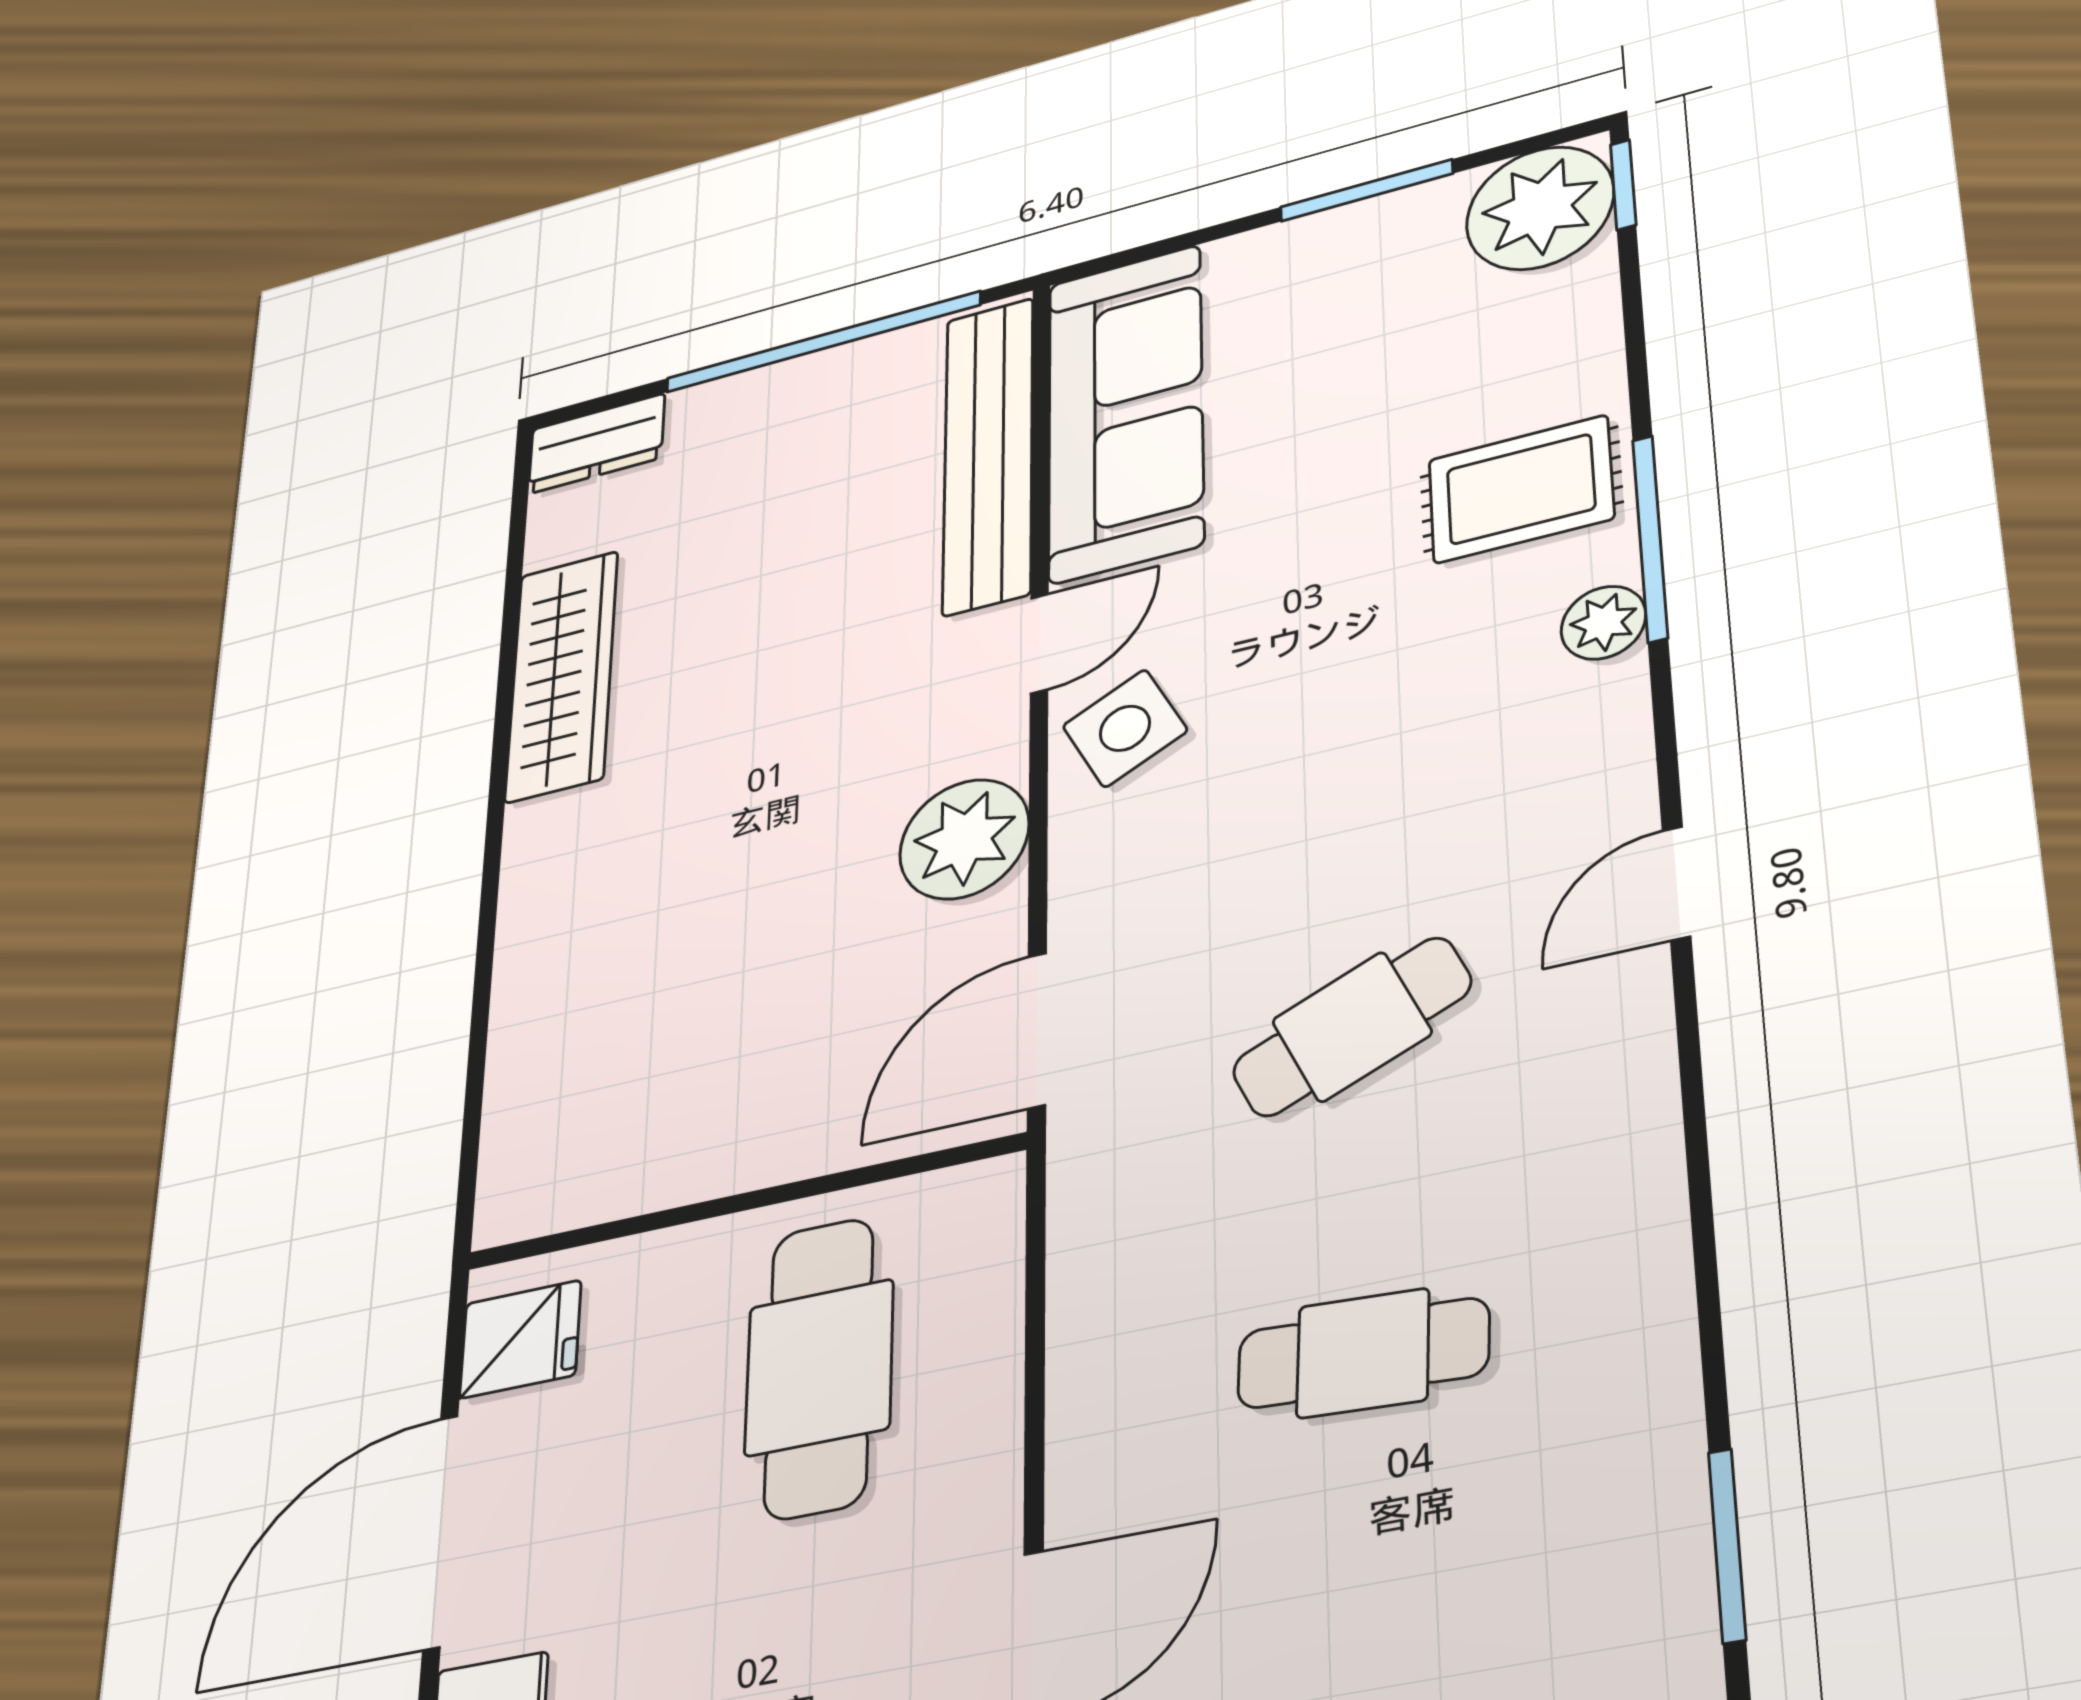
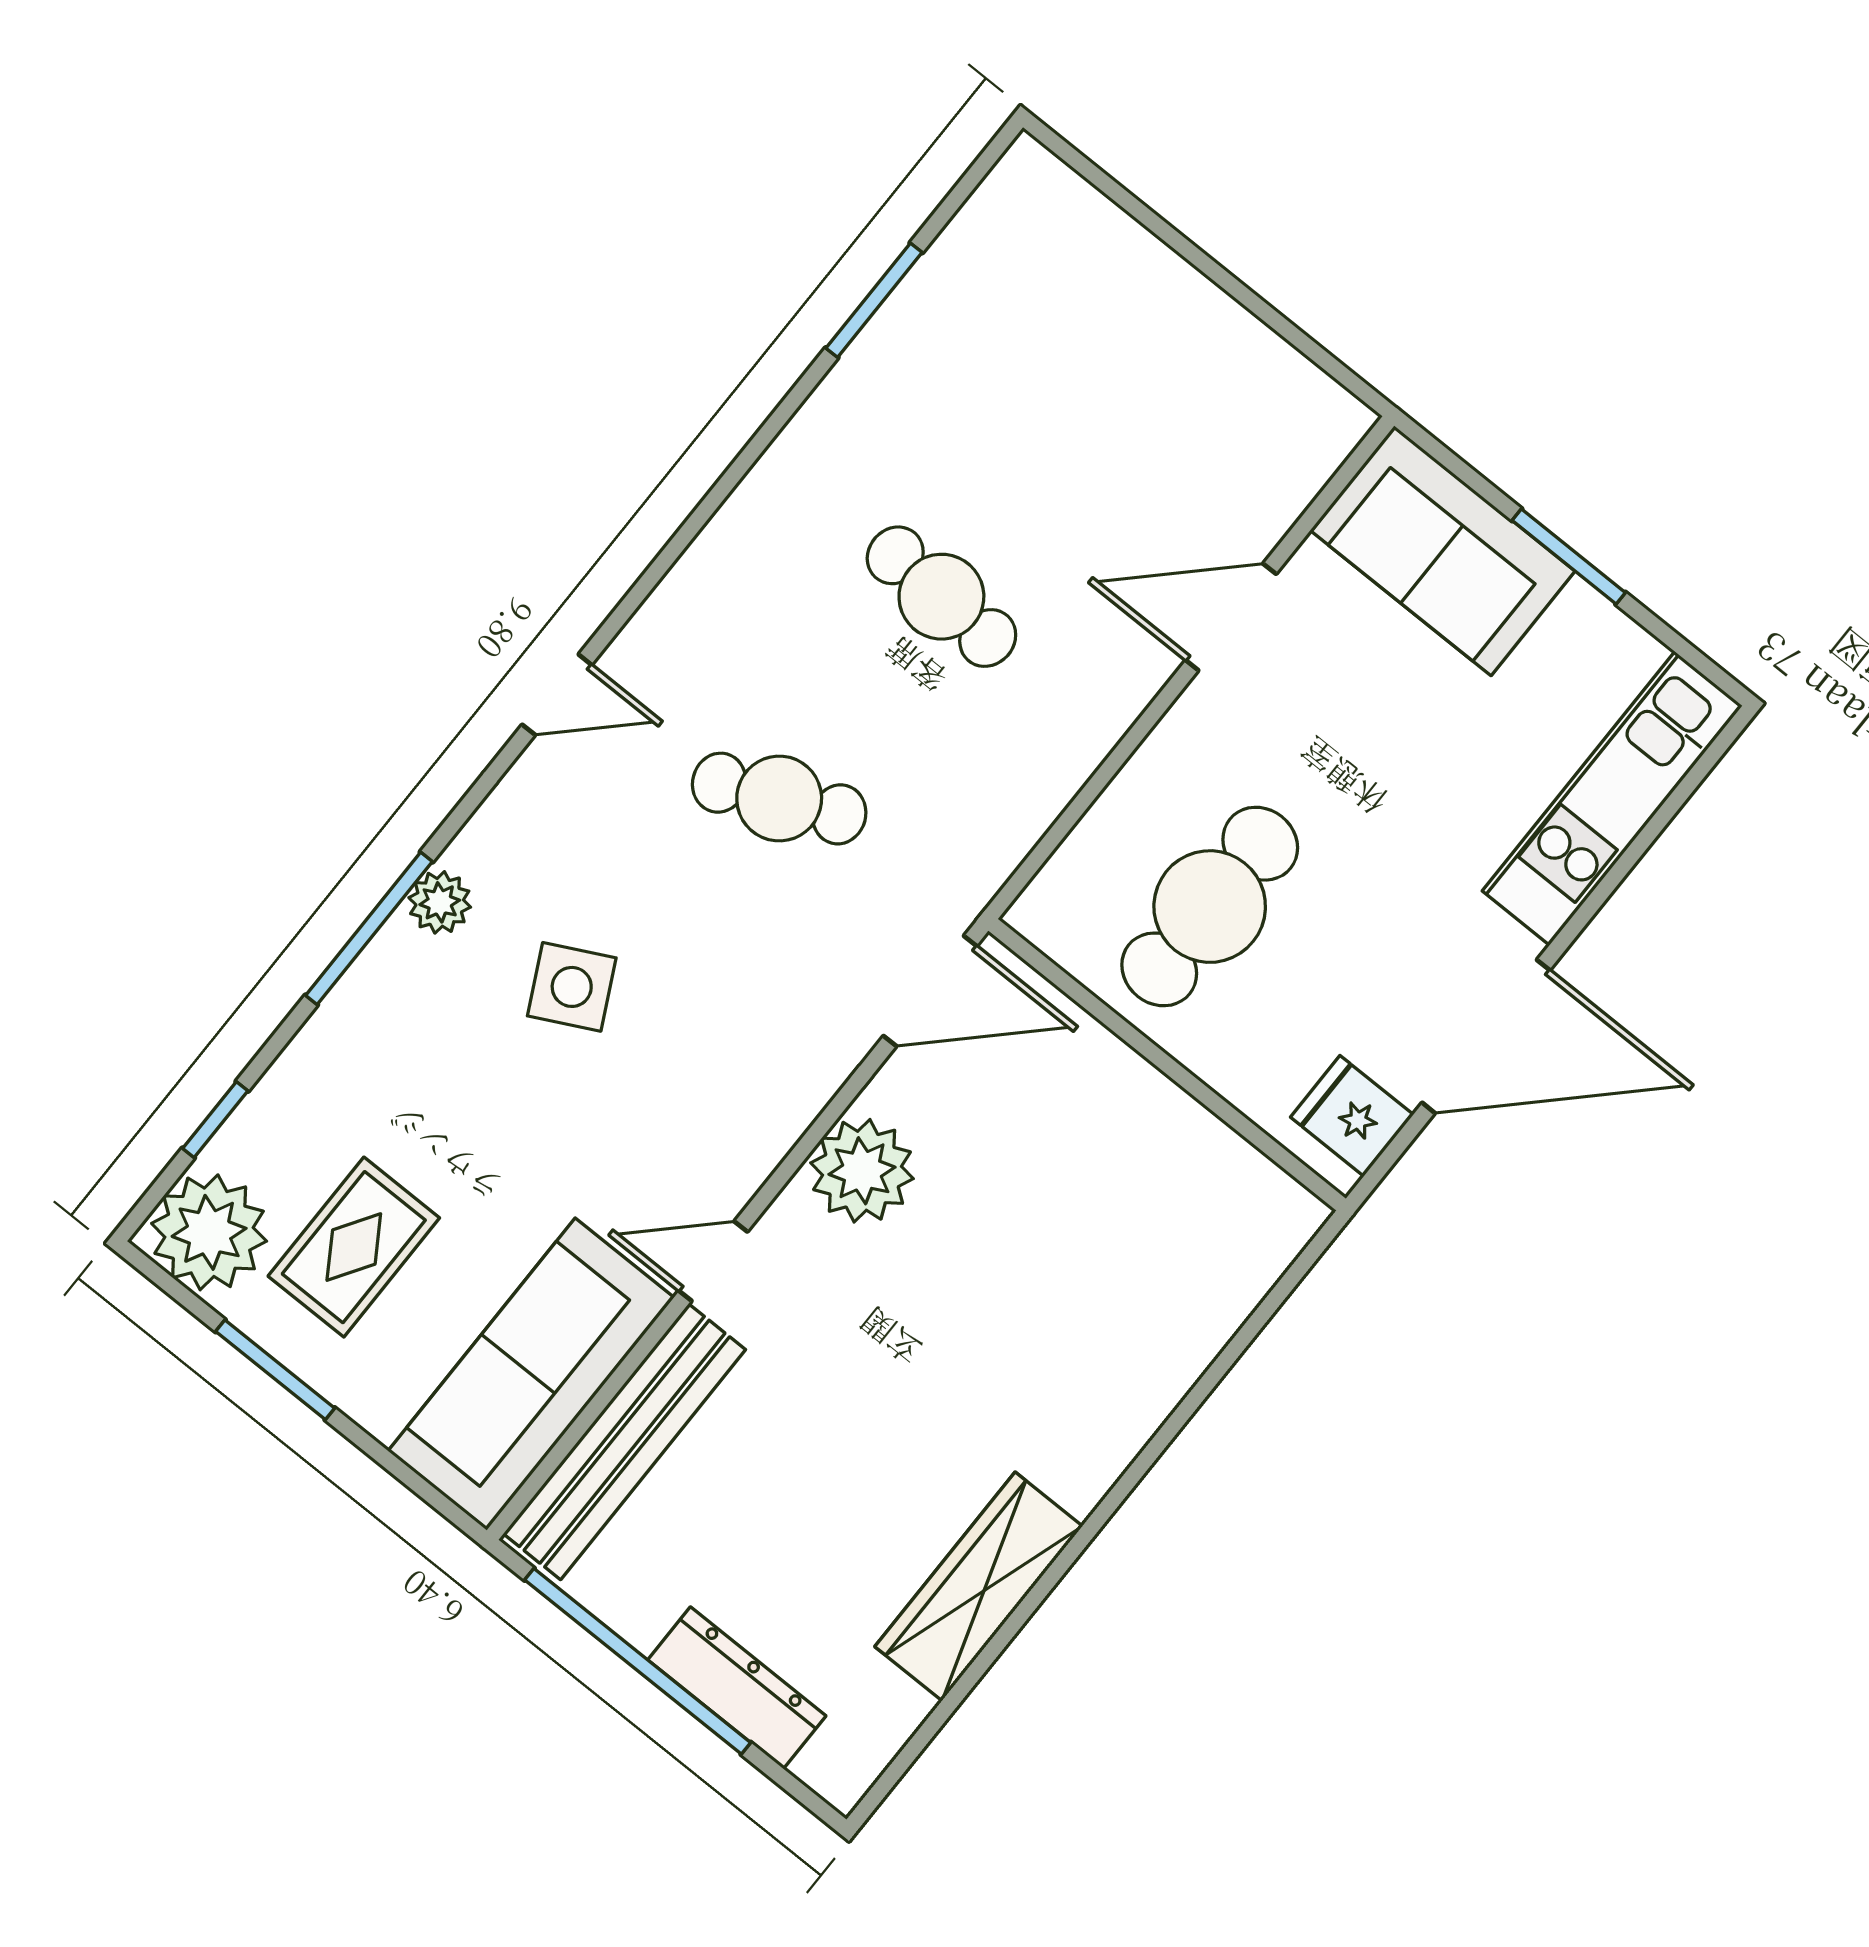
window: (1623, 185) -> (215, 1120), moved
dresser: (596, 444) -> (737, 1688), moved, width x1.44
rug: (1521, 489) -> (354, 1247), moved, turned 90
side table: (1125, 728) -> (572, 987), moved

